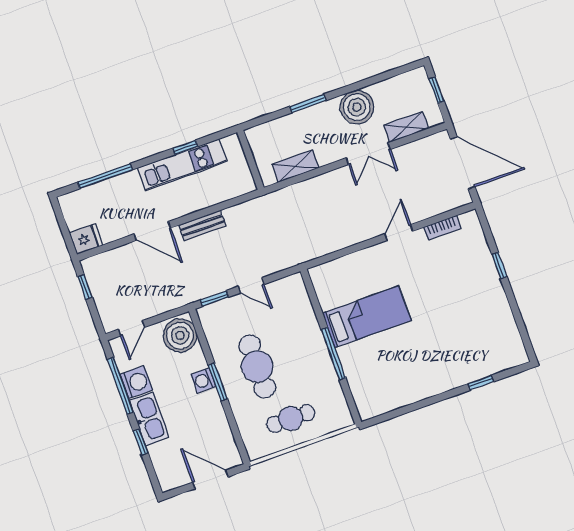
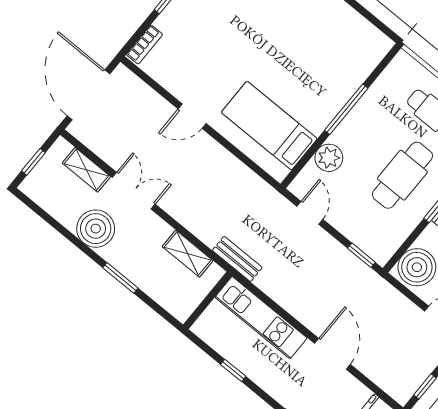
kitchen unit: (182, 165) -> (261, 318), moved, turned 180
bench: (202, 225) -> (237, 259), moved
bookcase: (442, 228) -> (145, 44), moved, turned 90
door: (251, 285) -> (310, 213), moved
bed: (367, 317) -> (269, 126), moved
plant: (304, 318) -> (329, 158), added

